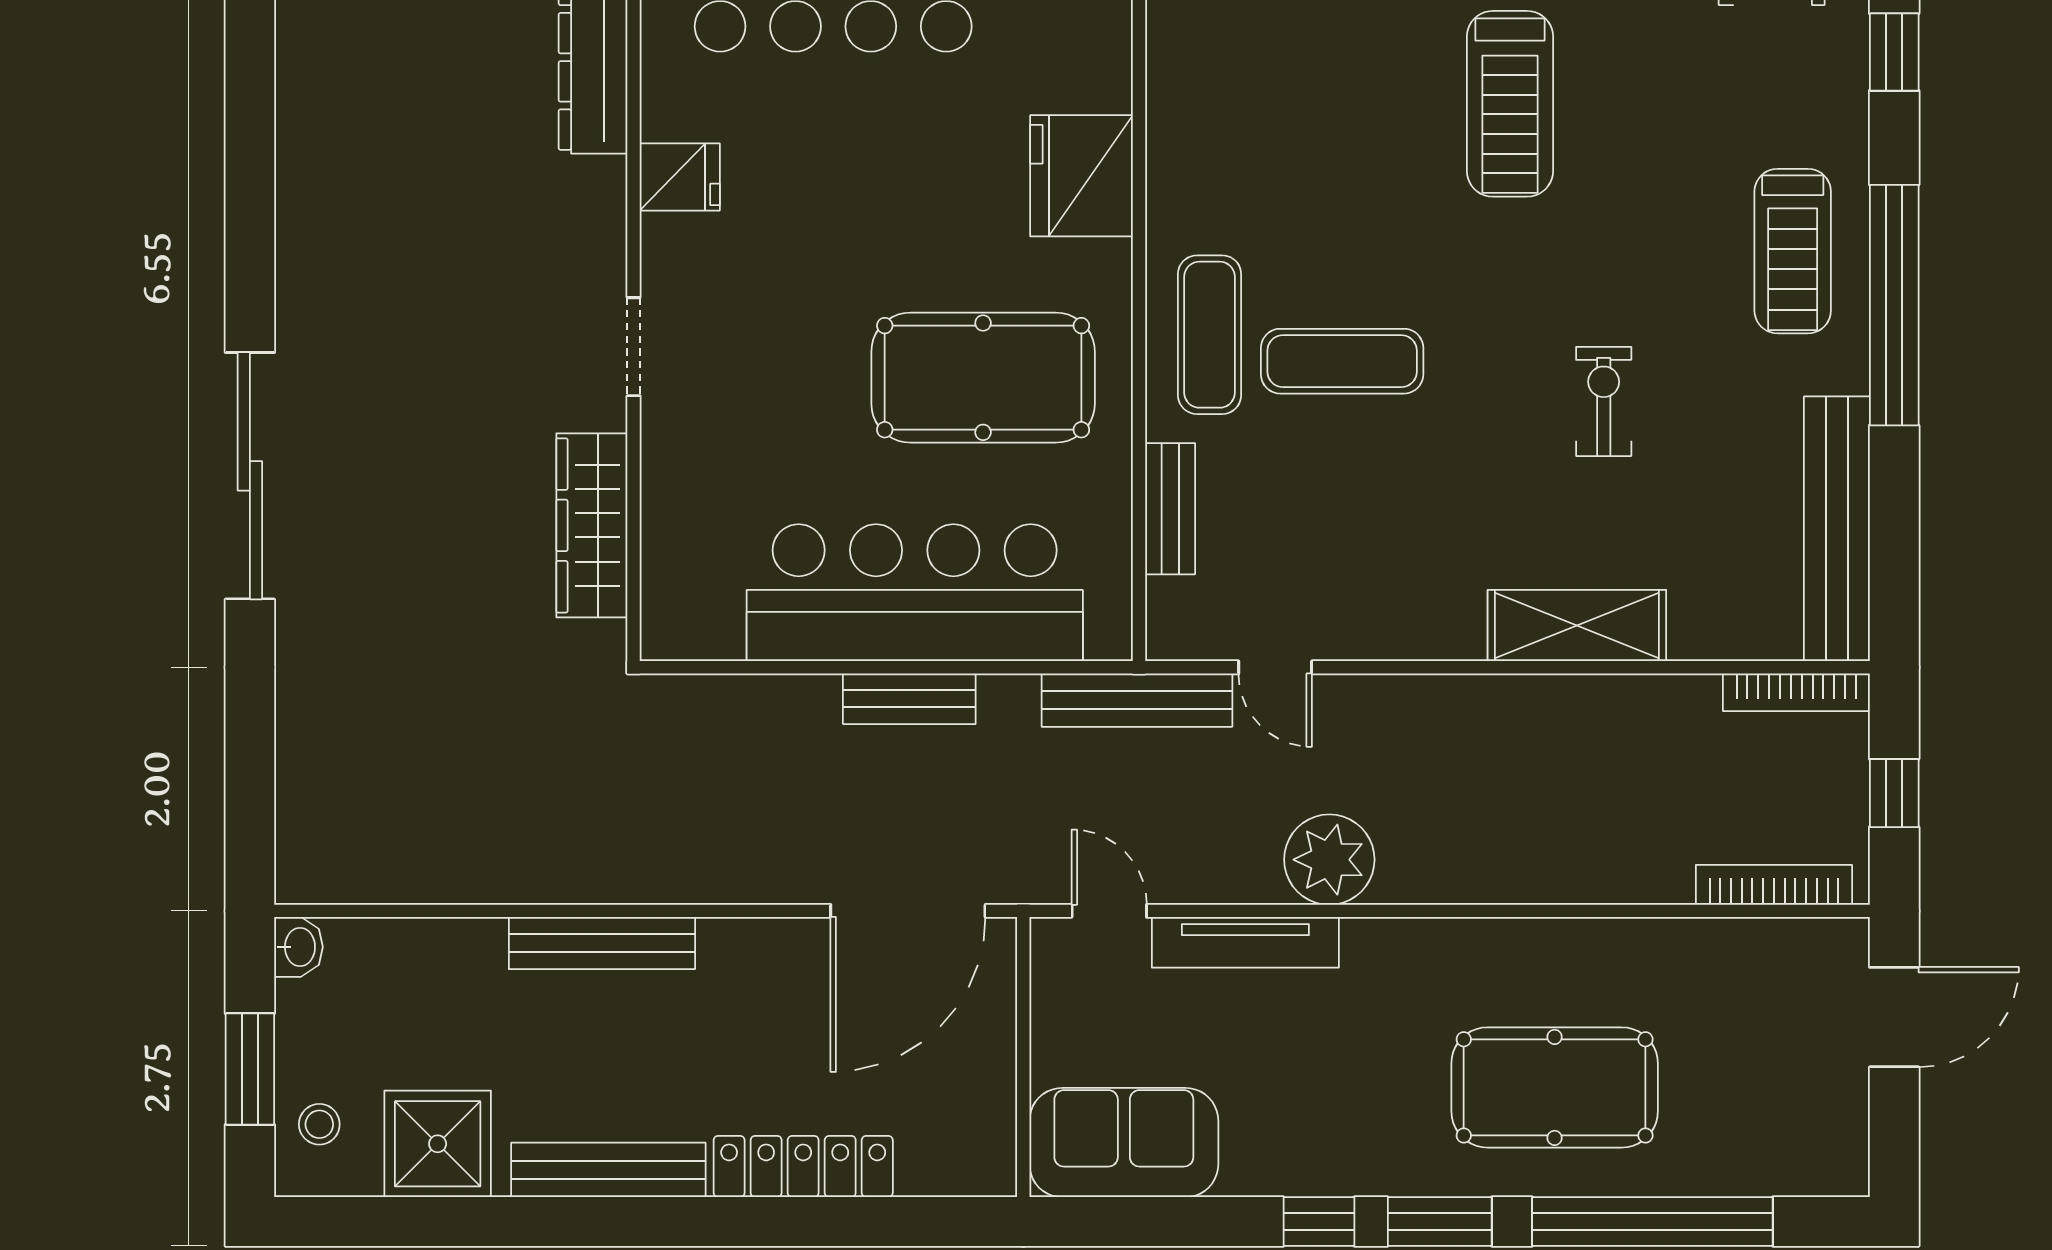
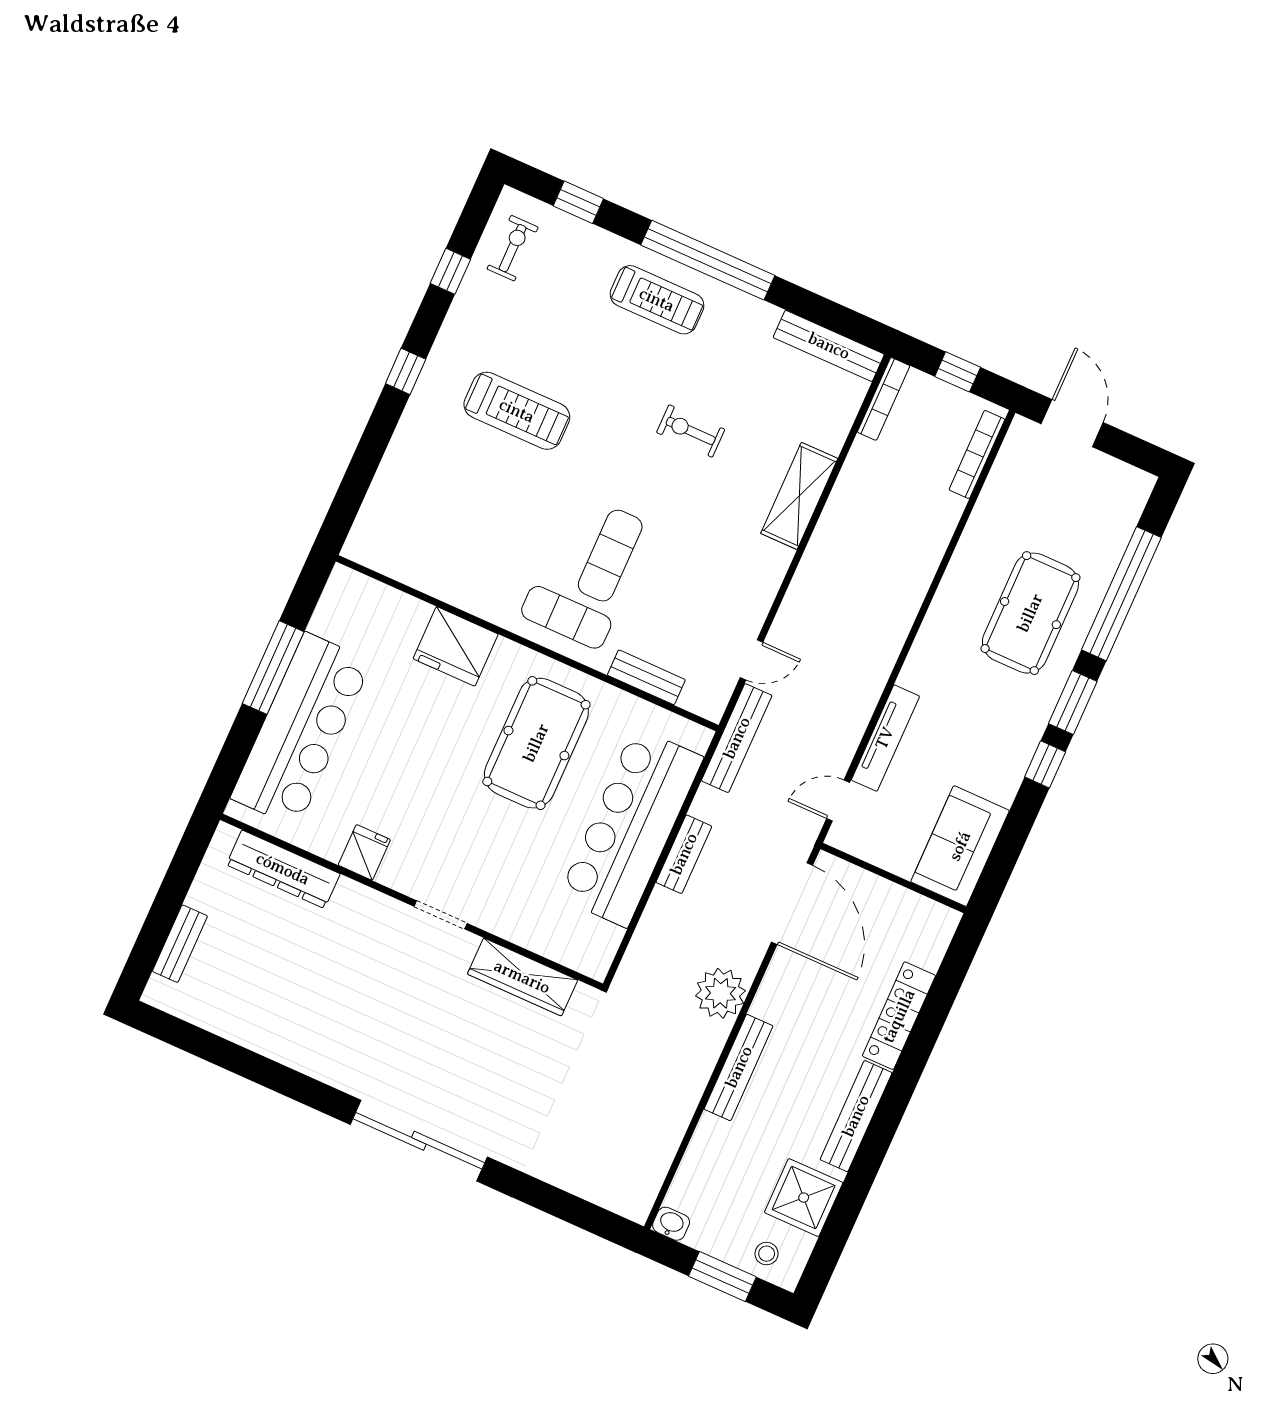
bench: (1837, 529) -> (829, 346), width x0.73, depth x0.82
plant: (1329, 860) -> (720, 993), moved

